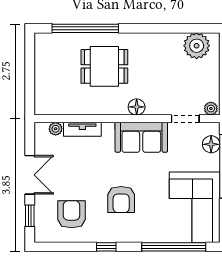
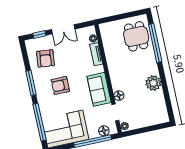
plant: (197, 46) -> (153, 83), moved
dining table: (104, 66) -> (136, 36), moved
floor lamp: (137, 107) -> (119, 96), moved
armchair: (72, 214) -> (45, 59), turned 96
window: (106, 247) -> (31, 83), width x2.17

